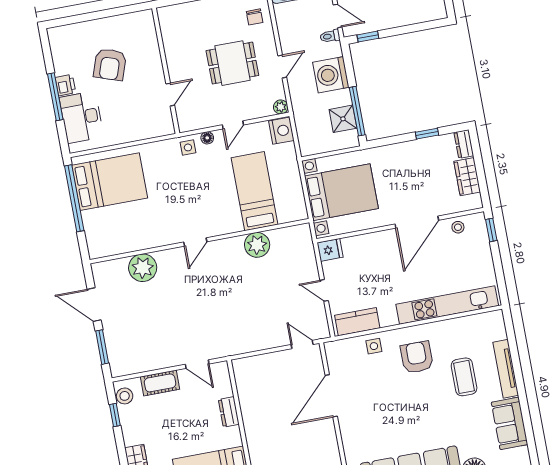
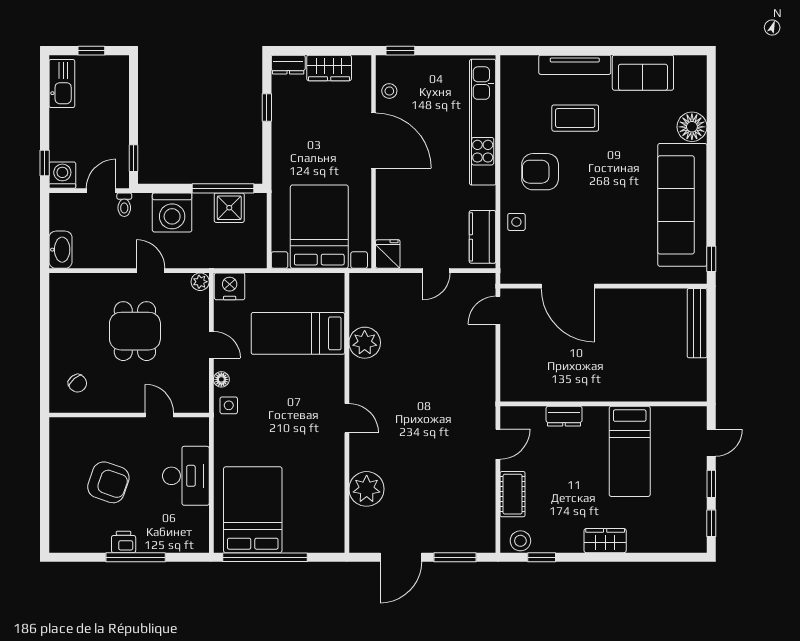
chair: (255, 17) -> (77, 383), moved, turned 50
desk: (82, 117) -> (186, 476), moved, turned -90

